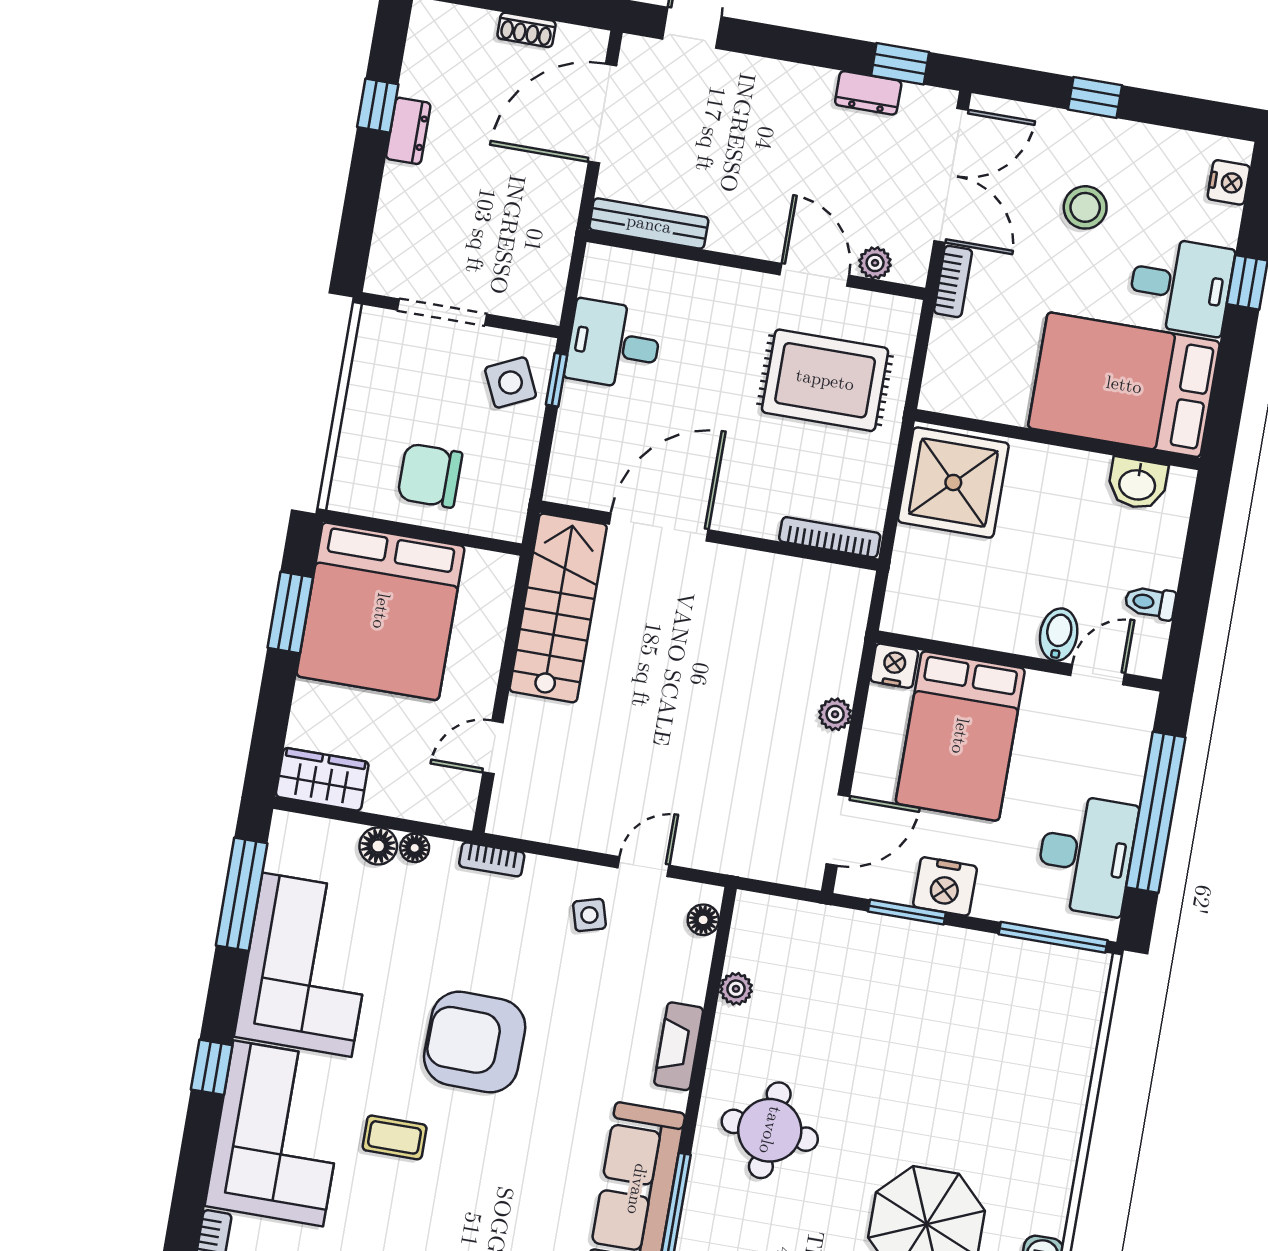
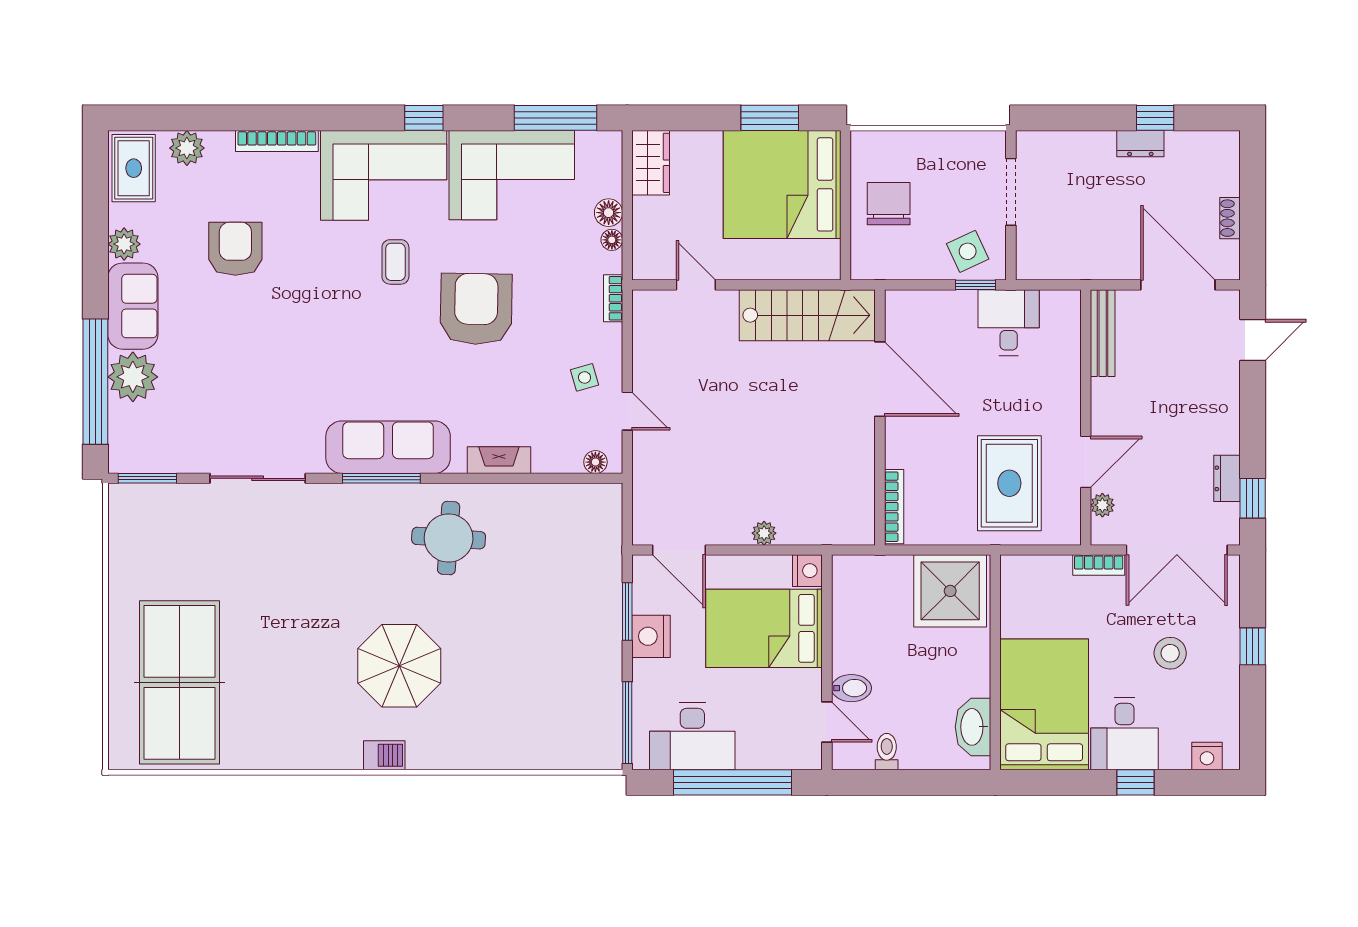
washbasin: (1137, 484) -> (973, 727), width x1.38
plant: (736, 989) -> (549, 495), removed

